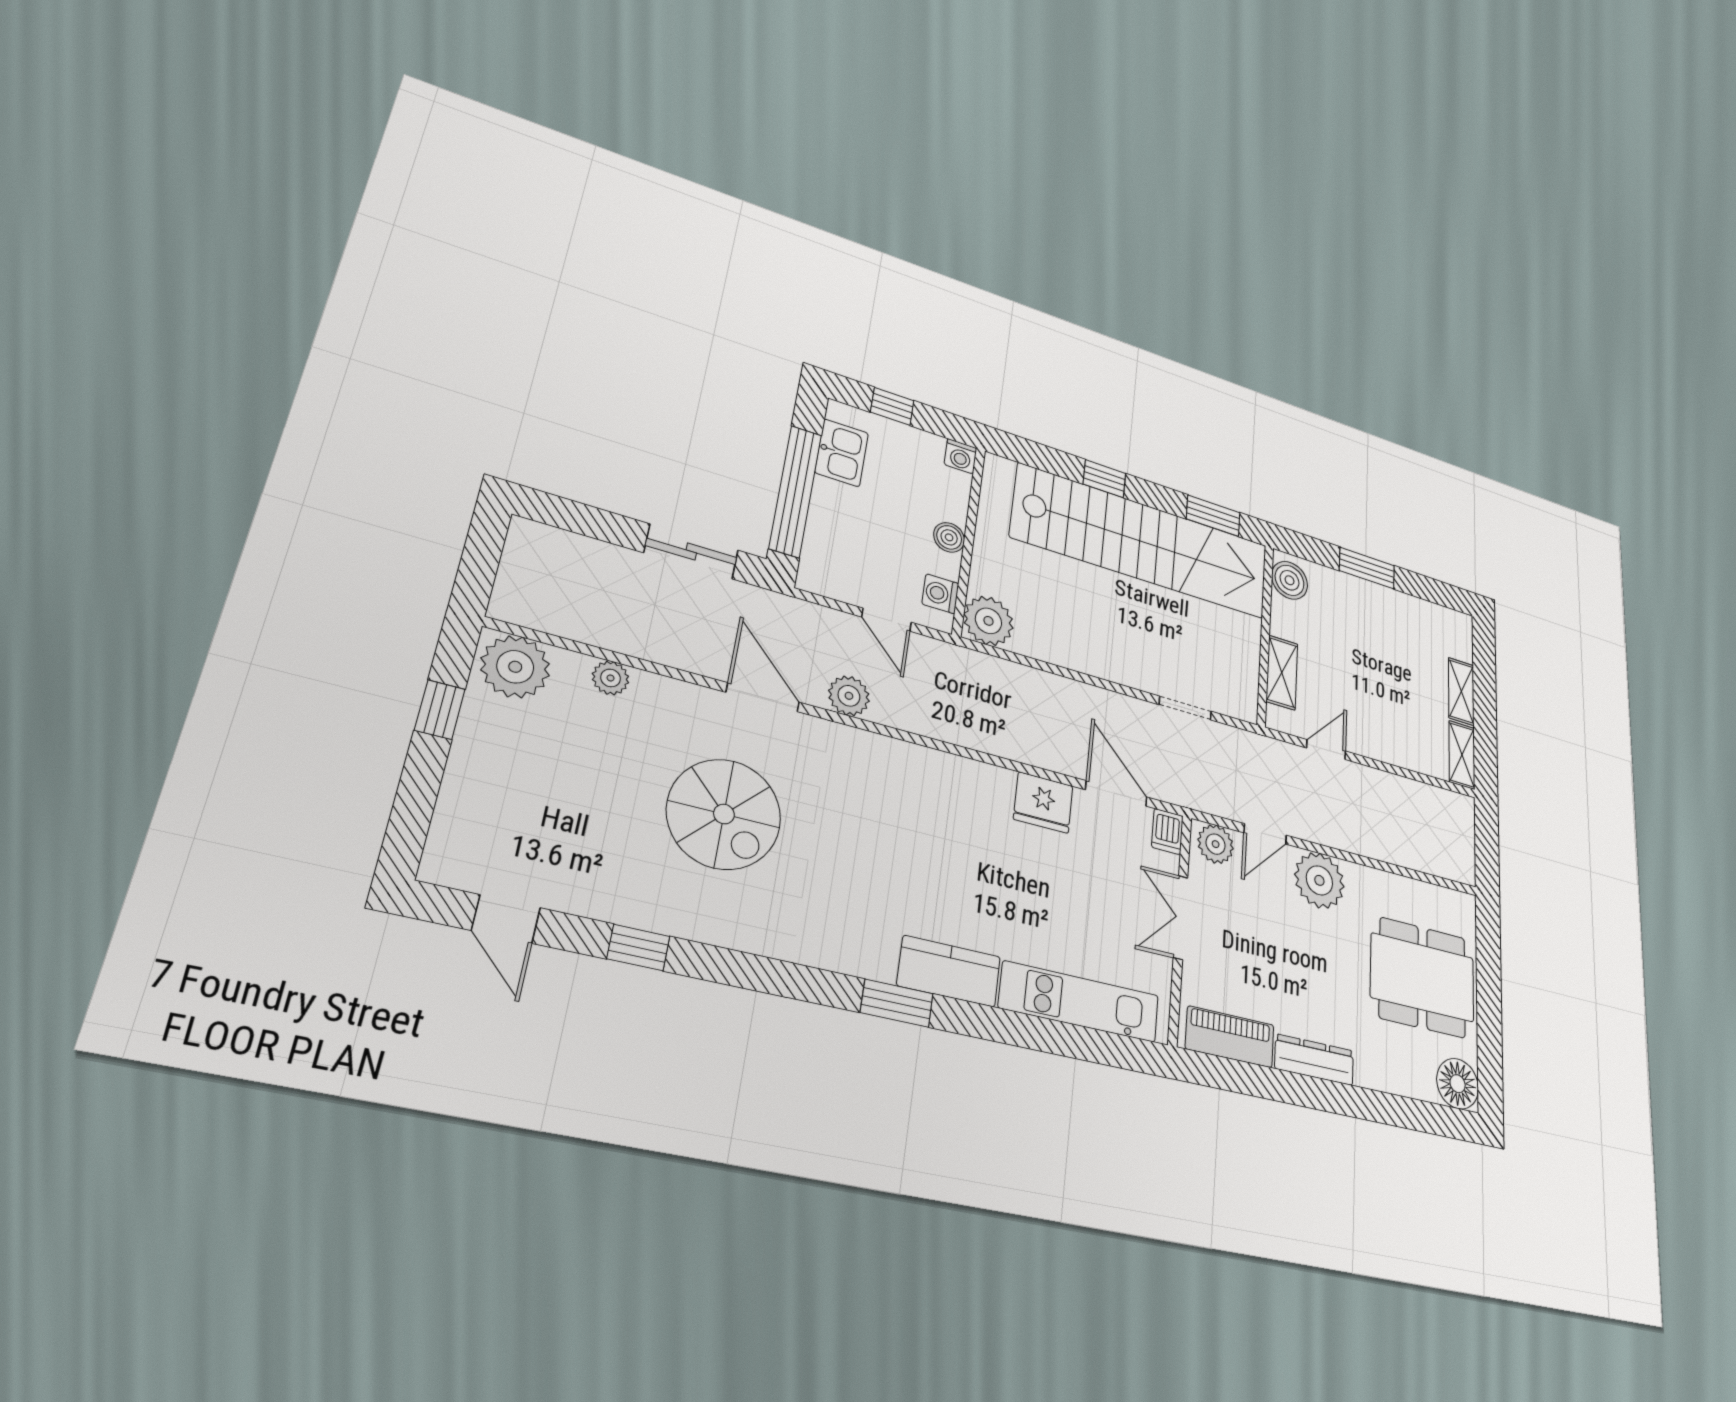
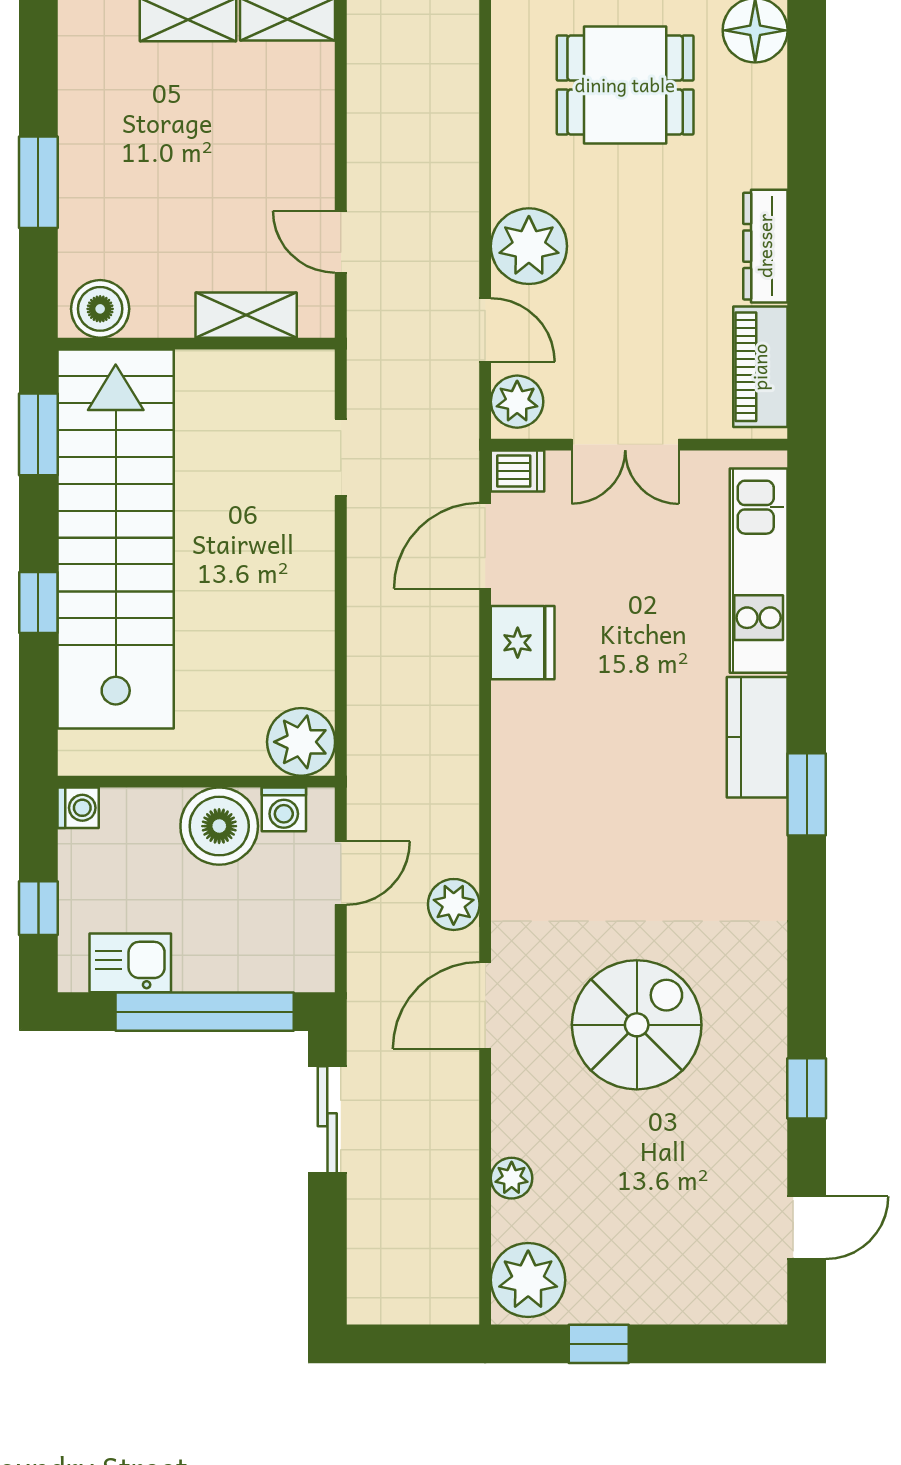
boiler: (949, 537) -> (219, 826), width x1.86, depth x1.86
dining table: (1422, 977) -> (625, 85), width x0.73

